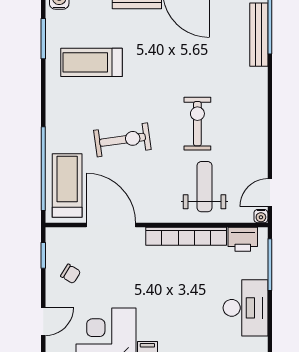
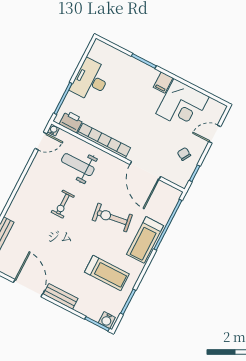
exercise bike: (197, 124) -> (63, 204), width x0.73, depth x0.72
treadmill: (67, 185) -> (145, 240), moved
weight bench: (205, 187) -> (78, 165), turned 90

